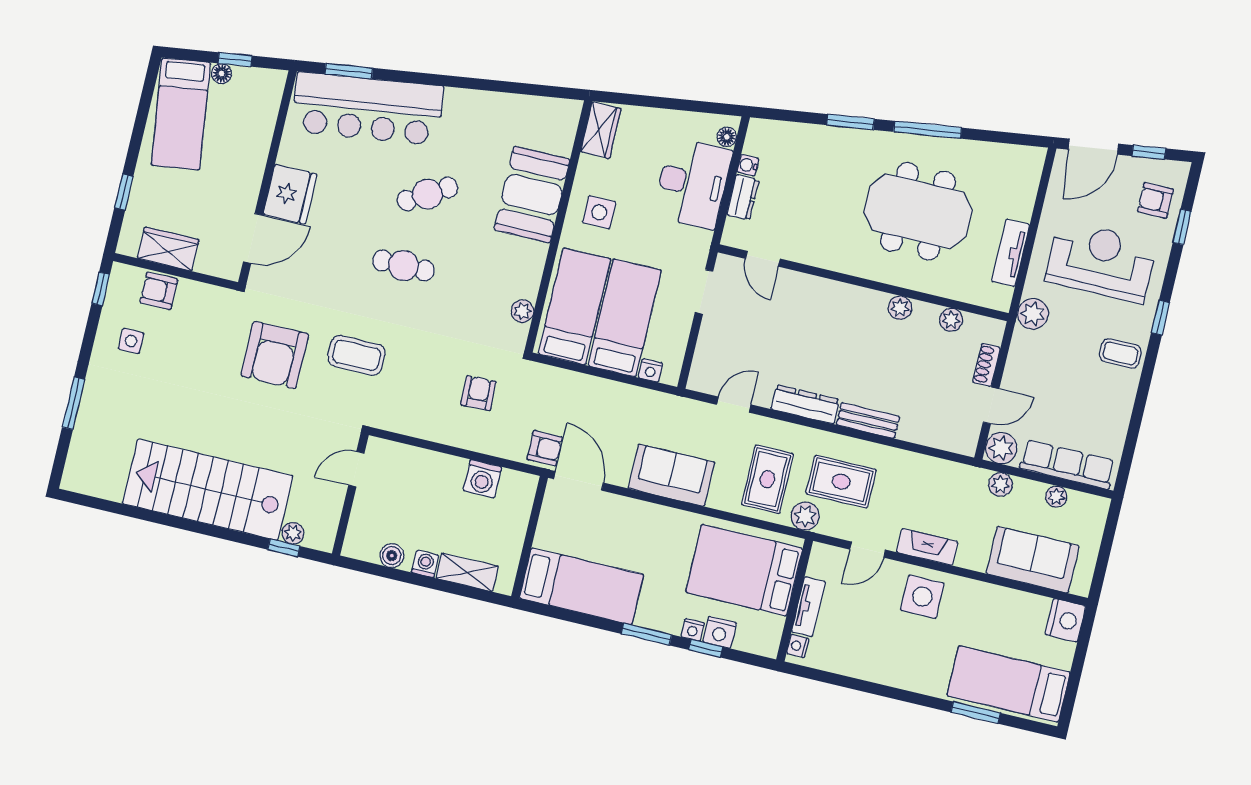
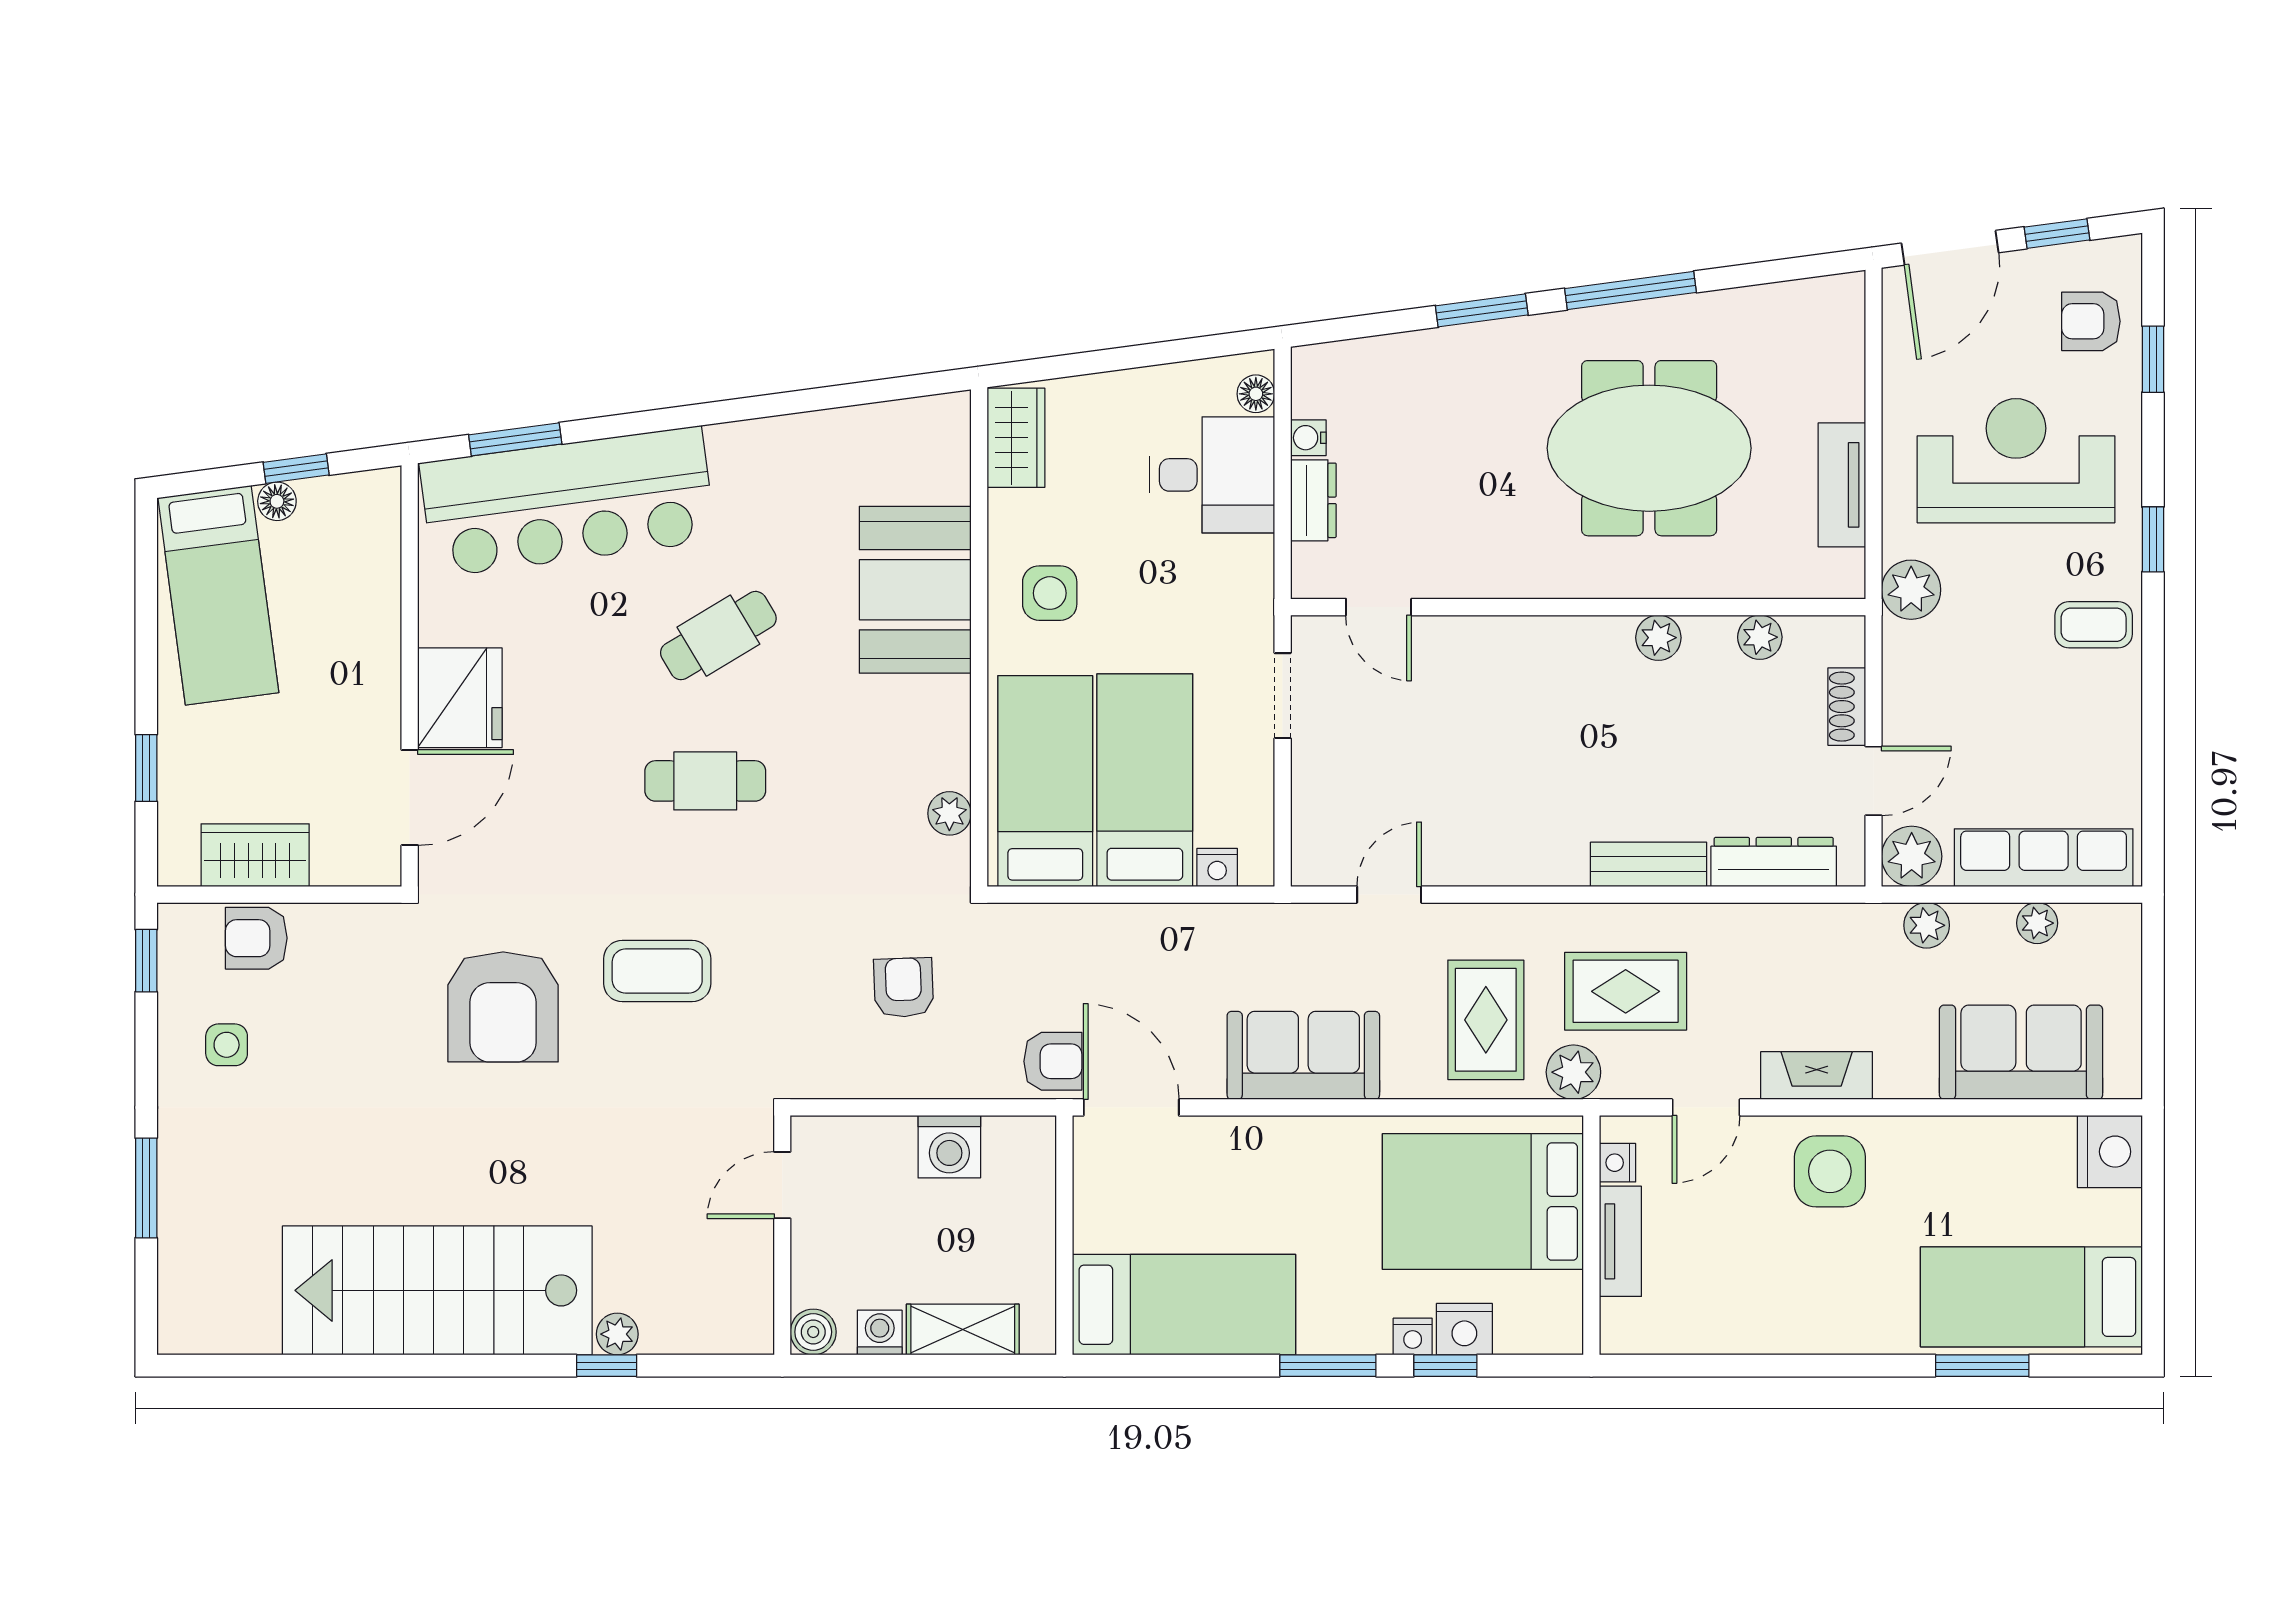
desk: (692, 183) -> (1212, 475), width x0.73
dresser: (805, 404) -> (1774, 862), moved
door: (356, 469) -> (782, 1185), moved
wall: (350, 494) -> (782, 1235), moved
nightstand: (798, 646) -> (1618, 1163), moved

